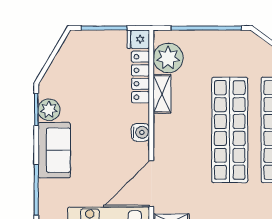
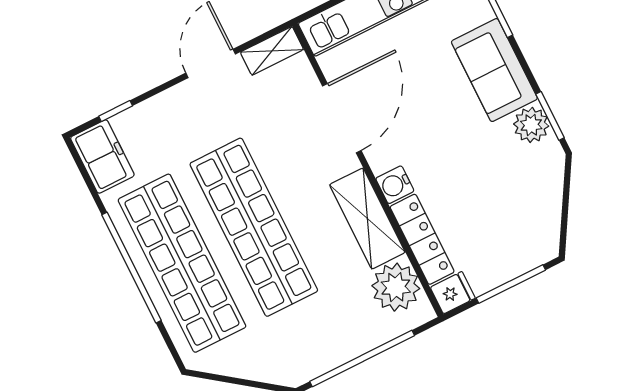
shelving: (162, 94) -> (367, 219), width x1.50, depth x1.33
water cooler: (140, 132) -> (395, 185), moved
door: (151, 184) -> (342, 118), moved

